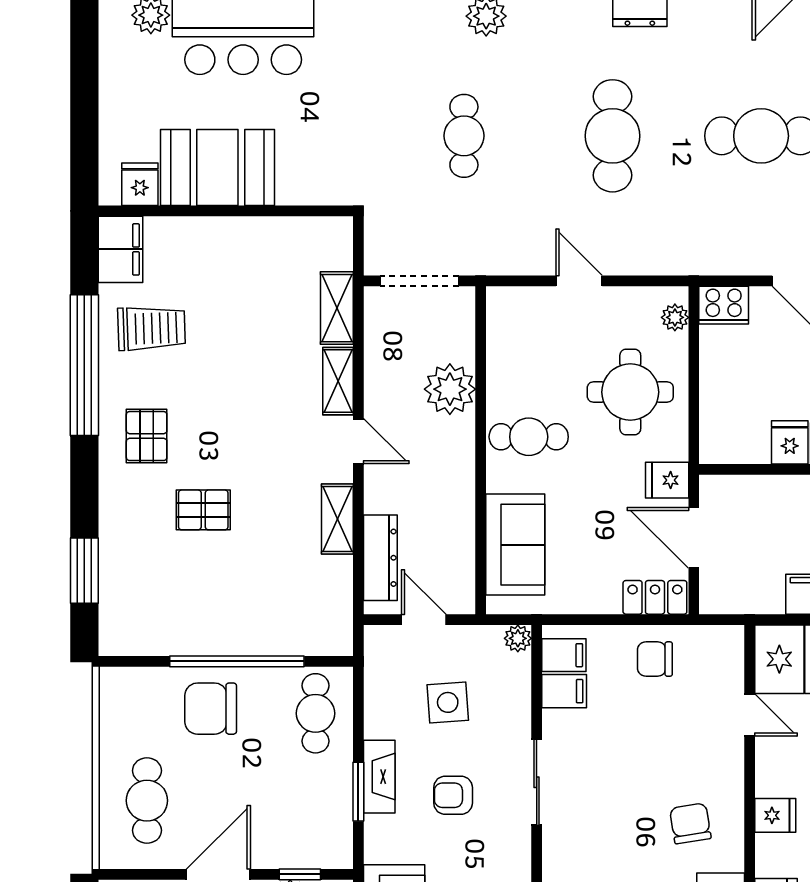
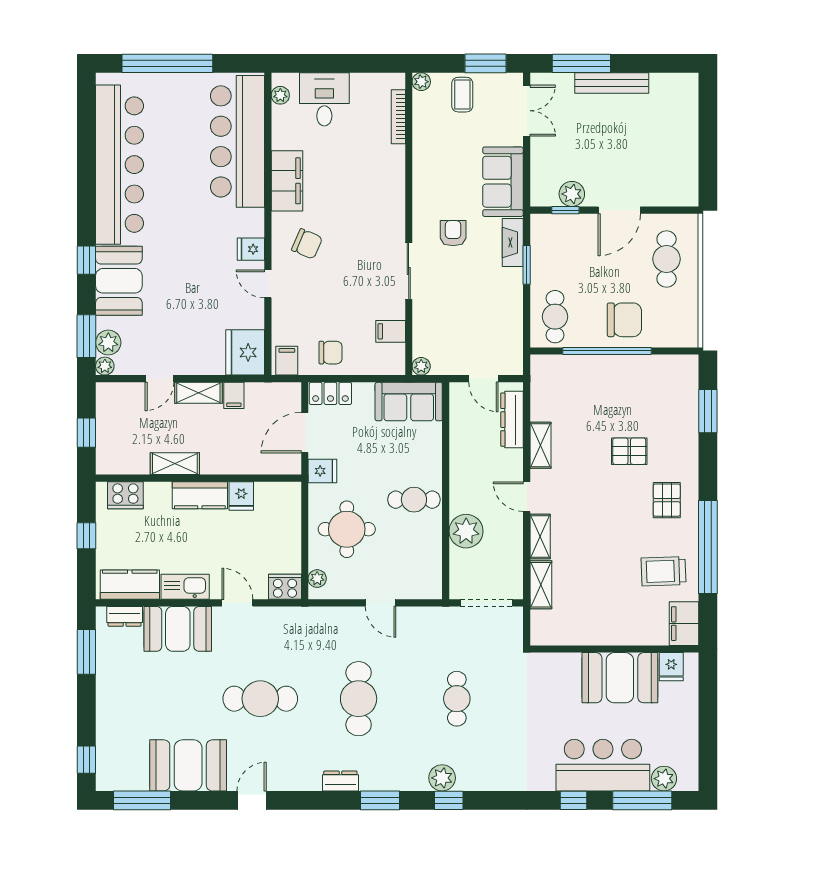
door: (694, 538) -> (305, 433), swing flipped
sofa: (515, 545) -> (409, 402), moved, turned -90
filing cabinet: (564, 655) -> (287, 361), moved, turned 90
side table: (448, 702) -> (468, 324), removed
door: (750, 715) -> (268, 284), moved
fireplace: (379, 777) -> (513, 243), moved
armchair: (453, 795) -> (453, 233), moved, turned -90
chair: (690, 823) -> (307, 244), turned -58

